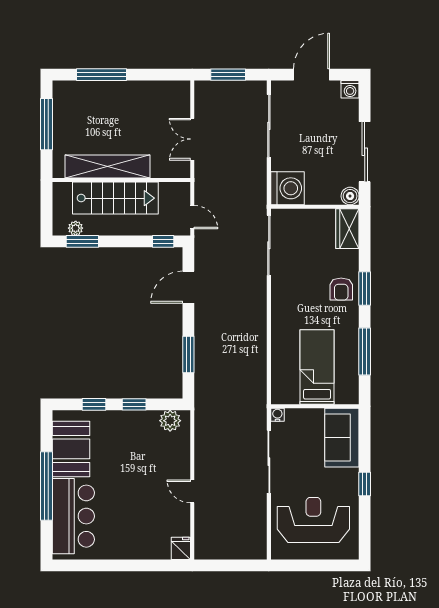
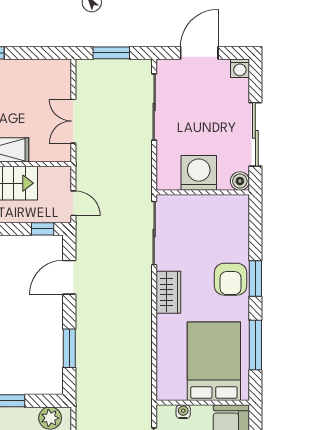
washing machine: (287, 188) -> (199, 173), moved, turned -90
wardrobe: (347, 229) -> (168, 292), moved, turned 180
armchair: (341, 289) -> (231, 279), width x1.38, depth x1.38
bed: (317, 367) -> (214, 361), width x1.50
water cooler: (277, 415) -> (183, 412), moved

